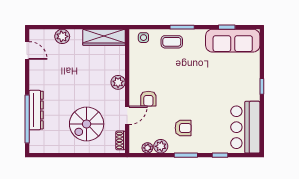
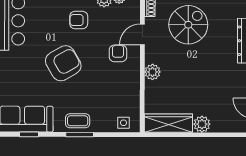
plant: (62, 36) -> (202, 124), moved
coffee table: (172, 42) -> (78, 121), moved
armchair: (197, 90) -> (63, 63), added

